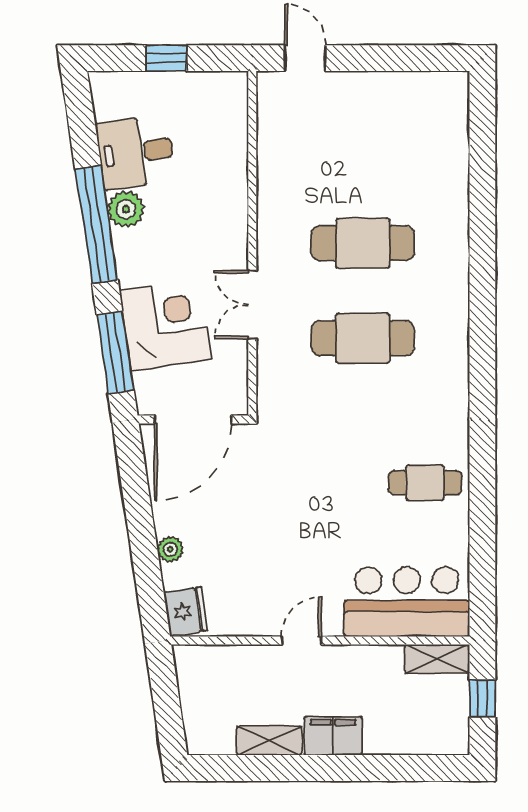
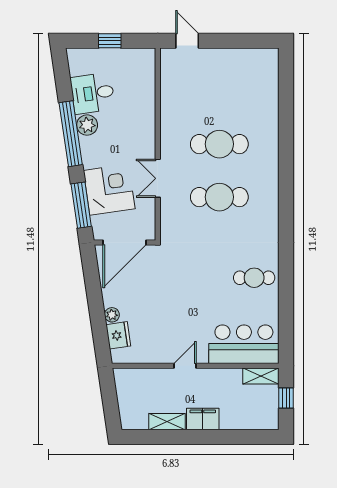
fridge: (186, 611) -> (118, 335), moved

